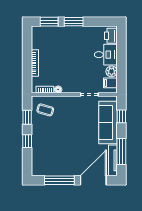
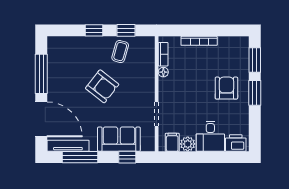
armchair: (70, 43) -> (226, 88), added
coffee table: (45, 110) -> (120, 52), moved
sofa: (108, 123) -> (119, 139), width x0.73
armchair: (69, 135) -> (102, 86), added

